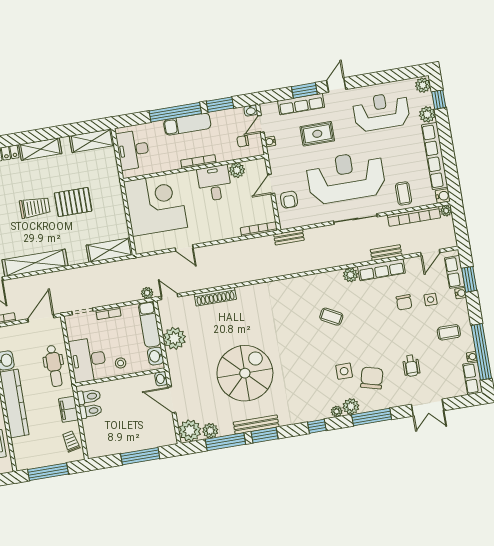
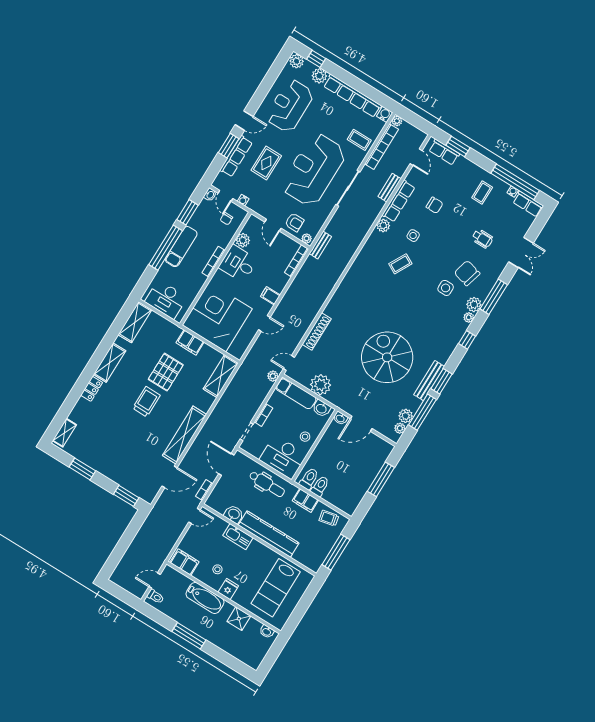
door: (336, 85) -> (244, 121), swing flipped
filing cabinet: (115, 201) -> (190, 342), added
plant: (284, 221) -> (307, 239), added
filing cabinet: (211, 233) -> (270, 296), added
water cooler: (461, 293) -> (462, 161), removed
side table: (431, 300) -> (413, 236), moved
plant: (190, 431) -> (400, 428), width x0.53, depth x0.53

